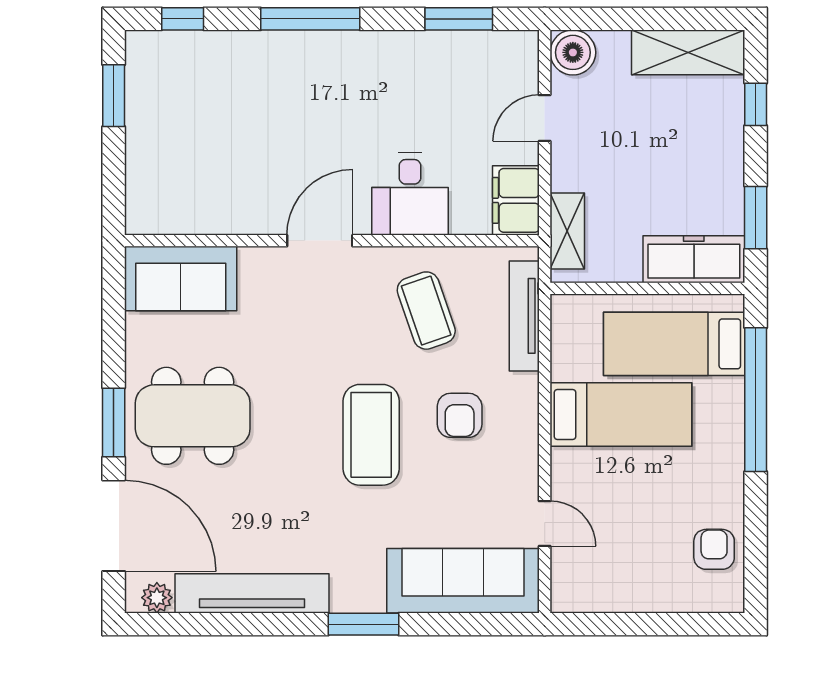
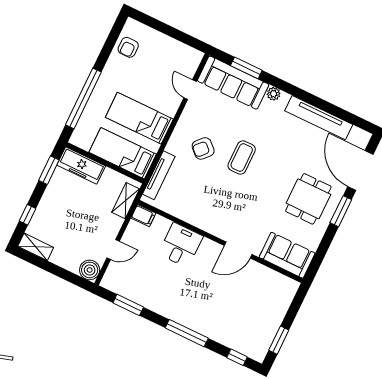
shelving: (688, 52) -> (36, 247), width x0.67, depth x0.75
filing cabinet: (516, 200) -> (143, 216), width x0.50
door: (320, 241) -> (238, 250), moved
coffee table: (426, 311) -> (196, 196), removed
bed: (674, 344) -> (123, 153), moved, turned 180
armchair: (460, 415) -> (203, 148), turned -137
dining table: (193, 416) -> (308, 199), width x0.73
coffee table: (371, 435) -> (242, 158), width x0.73, depth x0.76
plant: (157, 598) -> (274, 94), moved
window: (363, 624) -> (246, 68), moved

